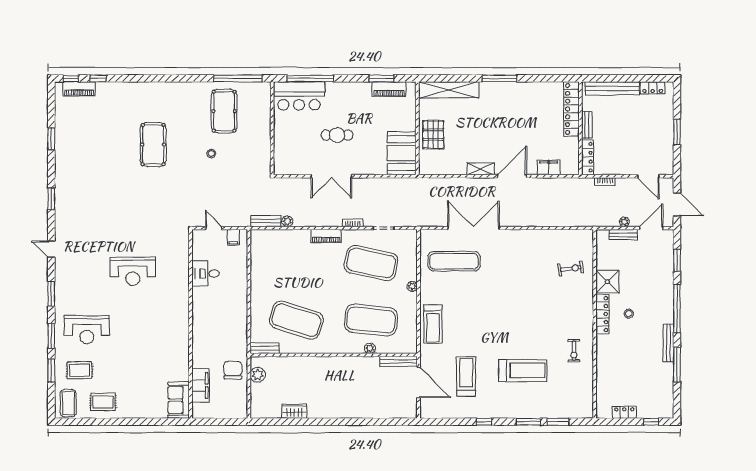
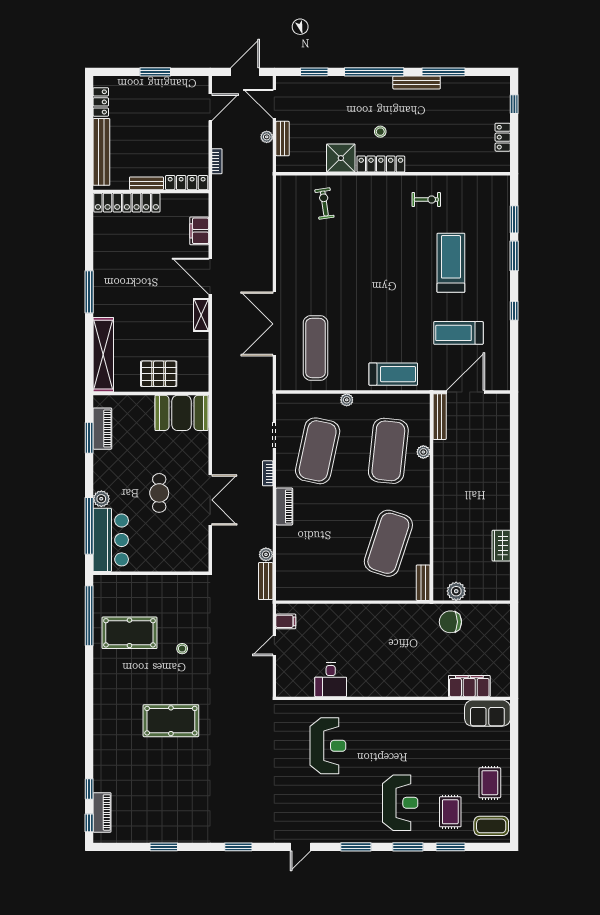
plant: (332, 88) -> (101, 499), added
desk: (206, 274) -> (331, 680), moved
wall: (191, 324) -> (393, 698), moved
filing cabinet: (201, 385) -> (469, 686), moved
sofa: (179, 400) -> (487, 713), moved

